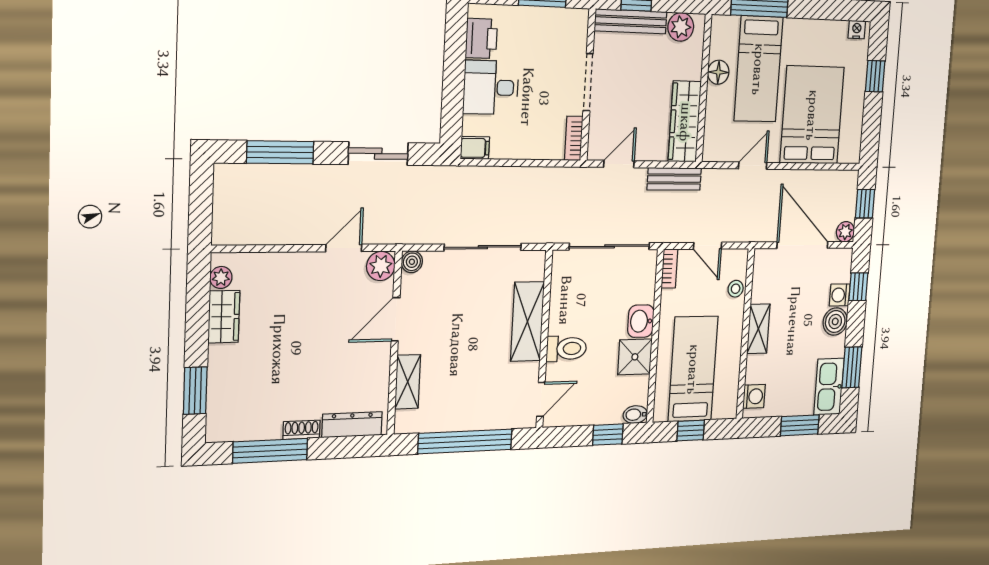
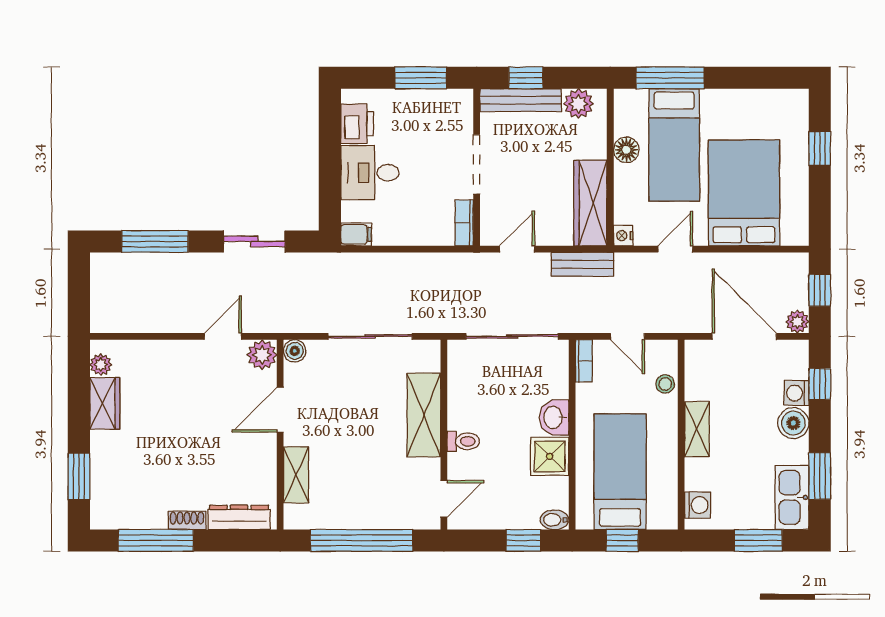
nightstand: (857, 30) -> (623, 236), moved, turned -90
toilet: (566, 349) -> (463, 441), width x0.73, depth x0.72

